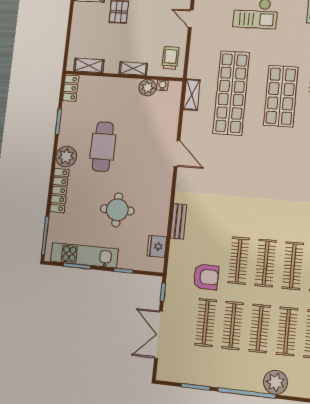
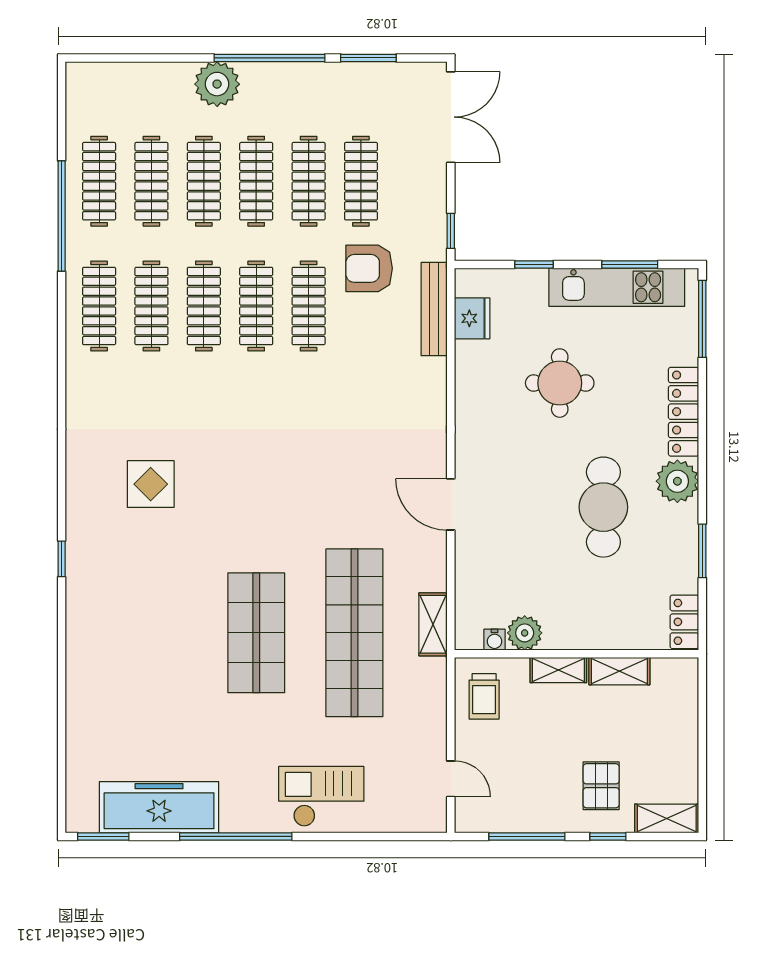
shelving: (89, 65) -> (619, 671), moved
bench: (178, 221) -> (434, 309), moved, width x1.36
double door: (158, 335) -> (451, 117), moved

